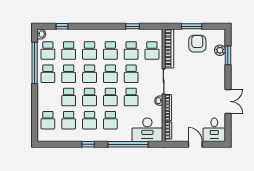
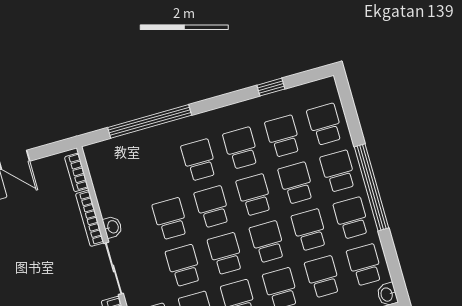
window: (35, 63) -> (372, 187), moved
school desk: (48, 97) -> (338, 171), added
desk: (147, 130) -> (119, 162), removed
window: (88, 144) -> (271, 87), moved

